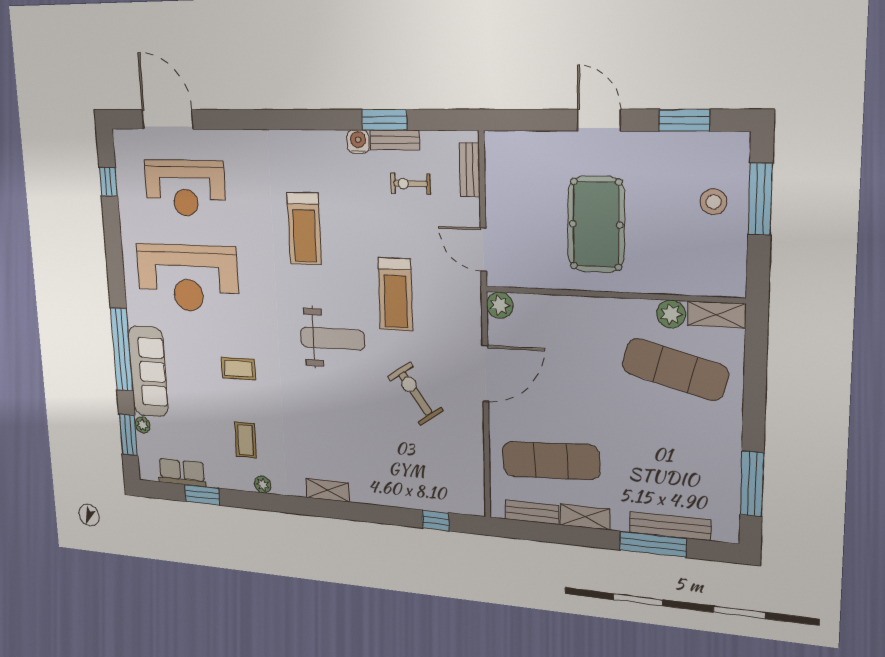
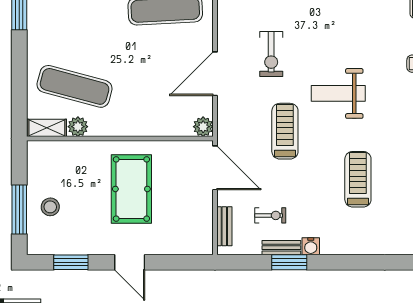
door: (483, 250) -> (215, 168), width x1.36
exercise bike: (415, 394) -> (271, 54), turned 35

